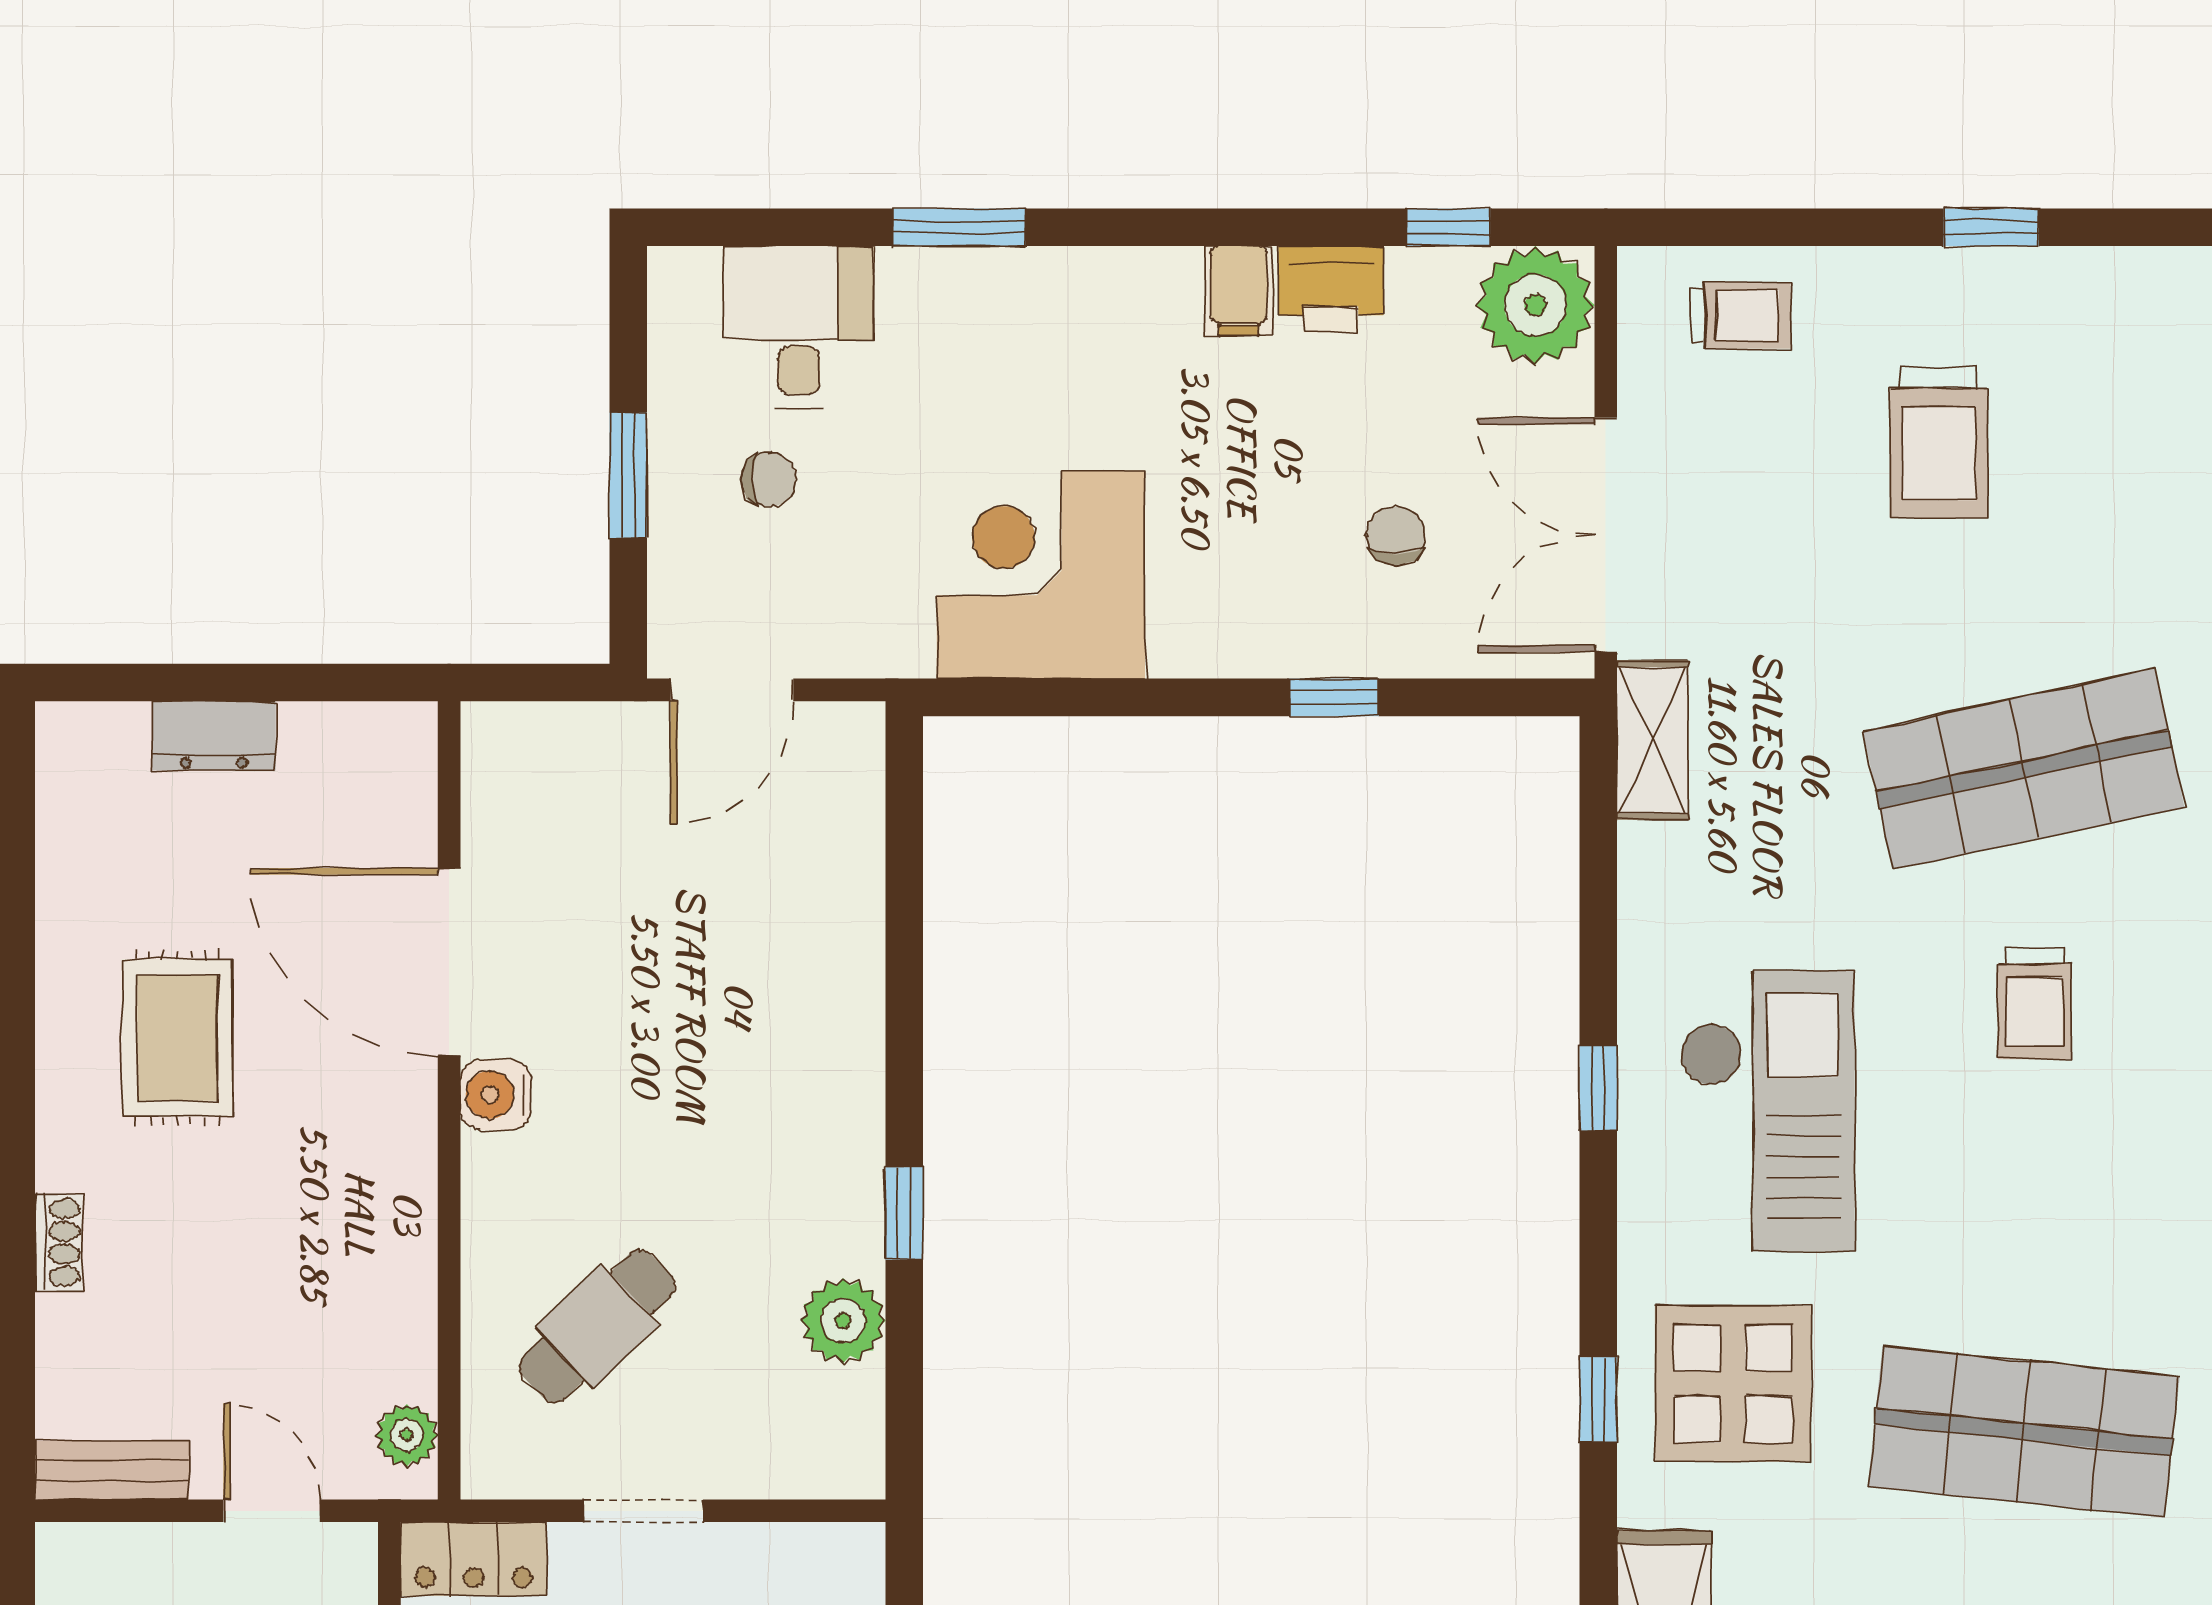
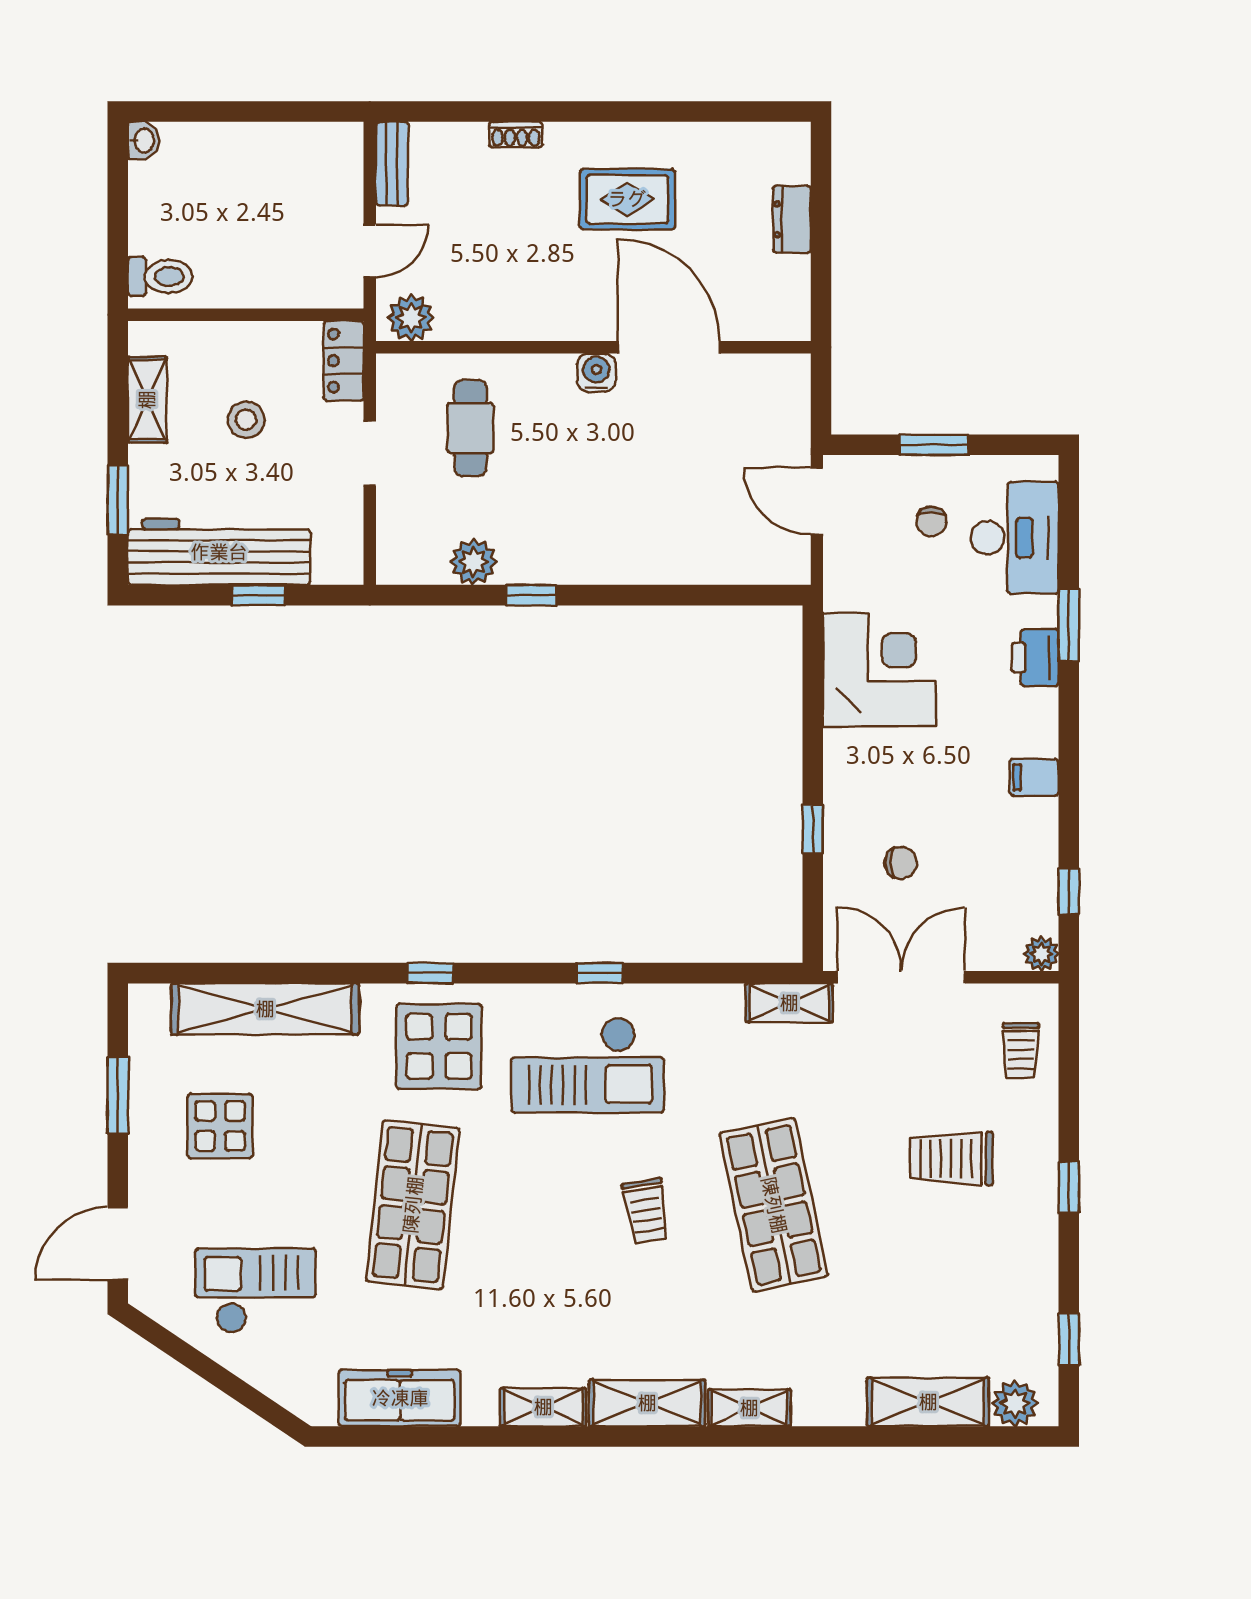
printer: (1331, 289) -> (1035, 658), moved
plant: (1535, 305) -> (1041, 954), width x0.53, depth x0.53
desk: (799, 327) -> (1015, 538), width x1.37
door: (449, 962) -> (669, 347), hinge flipped
trolley: (2035, 1004) -> (646, 1211), turned -99
cafe table: (597, 1326) -> (470, 428), turned 44
plant: (407, 1435) -> (411, 318), width x1.38, depth x1.38

